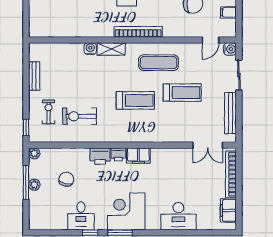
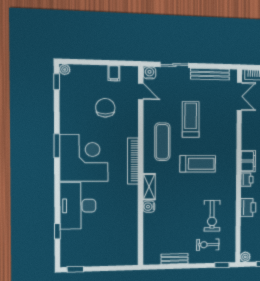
treadmill: (135, 100) -> (198, 164), turned 90
printer: (100, 156) -> (248, 208), moved

